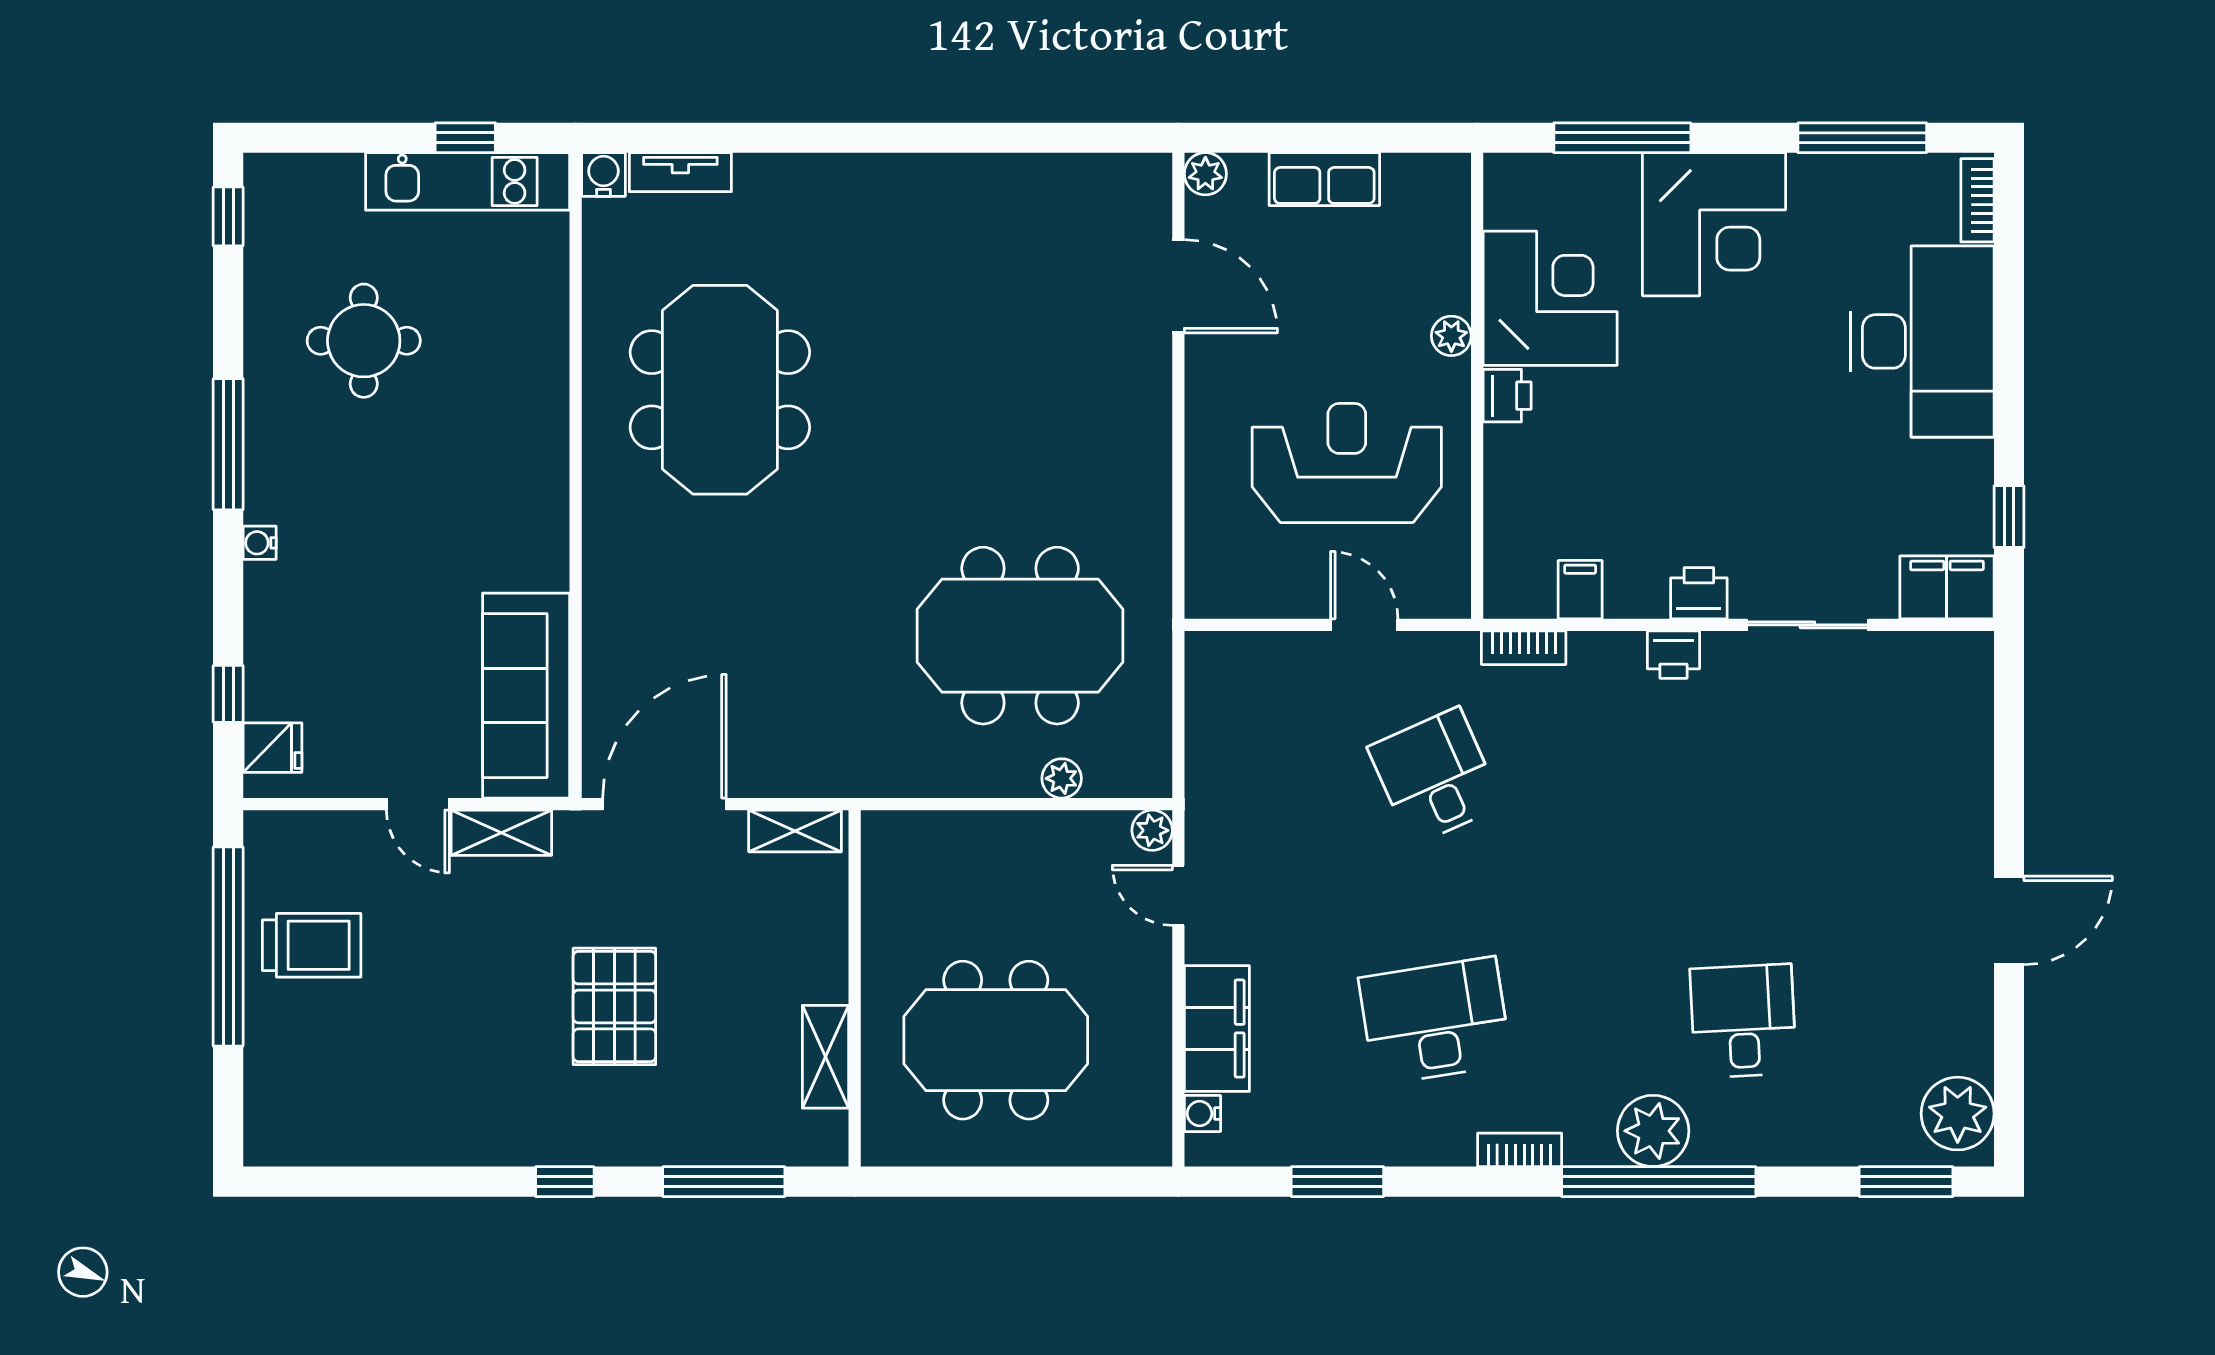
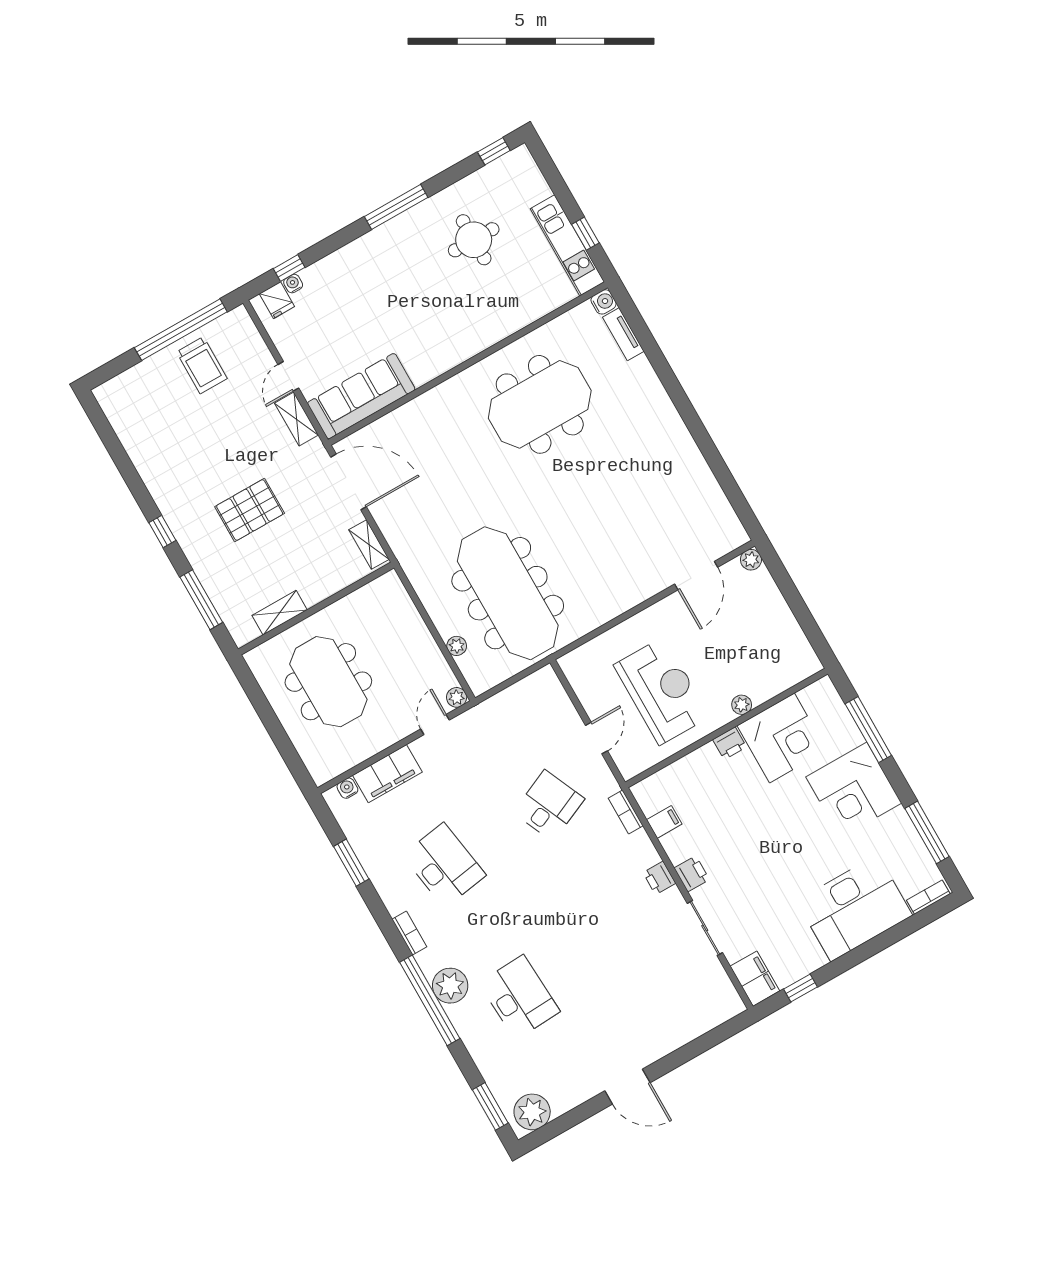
row of seats: (1324, 179) -> (778, 612), removed
water cooler: (260, 543) -> (293, 284), moved
meeting table: (1020, 636) -> (508, 593), width x1.36
desk: (1743, 1021) -> (519, 997), width x1.37

